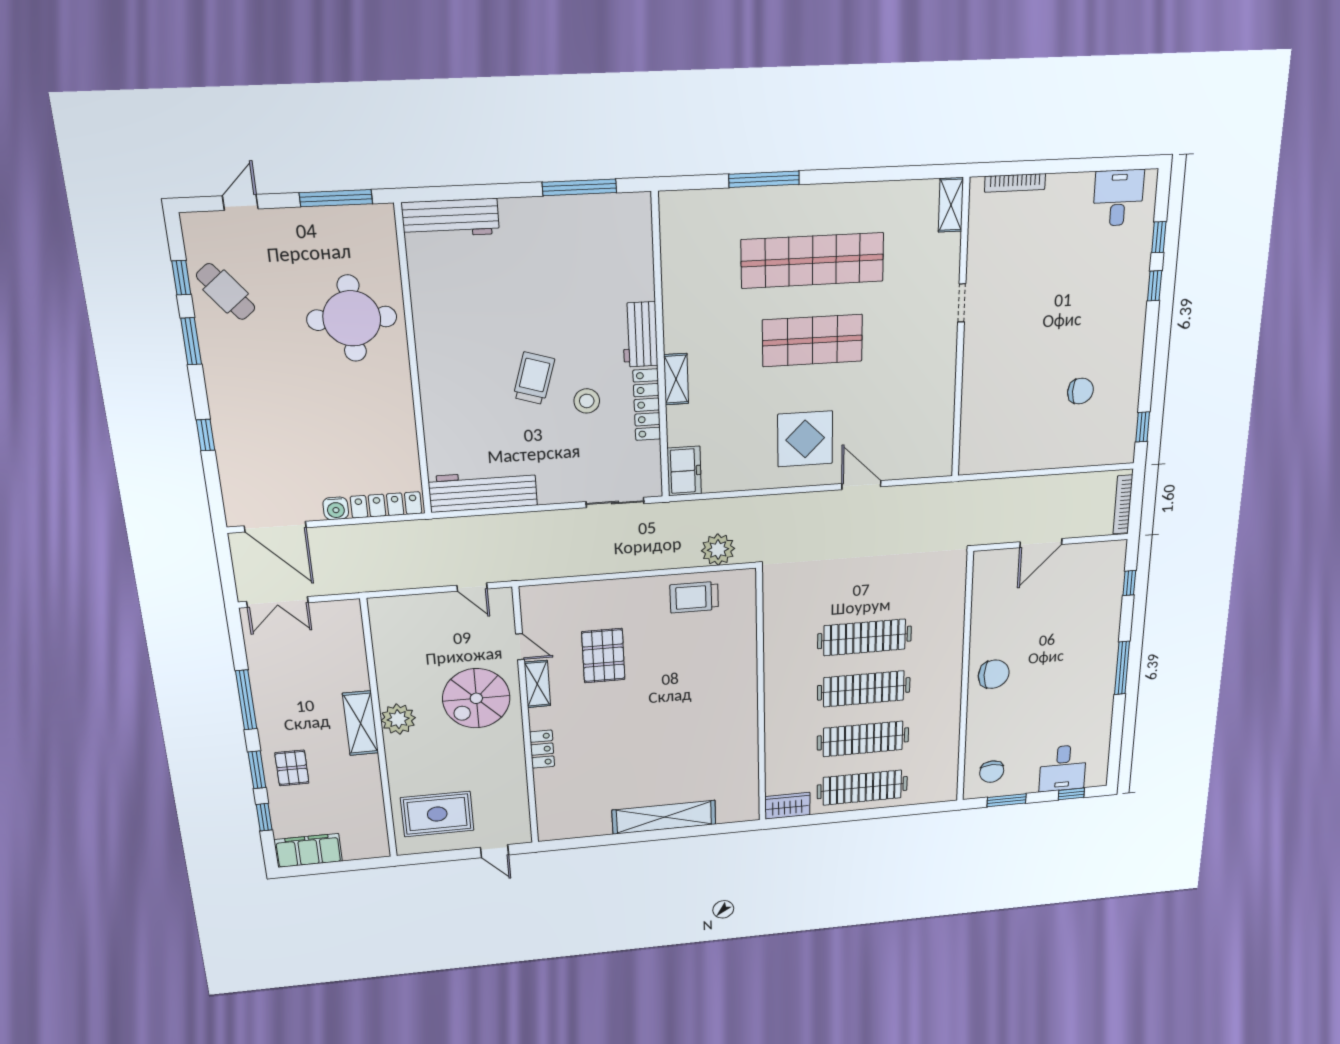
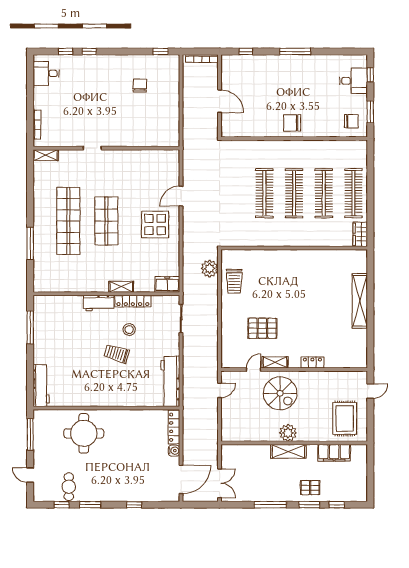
cafe table: (226, 292) -> (69, 487), turned -51
chair: (994, 674) -> (292, 123), turned -90
filing cabinet: (308, 850) -> (334, 453), moved, turned -90

